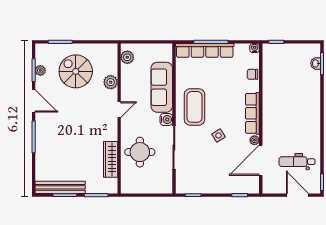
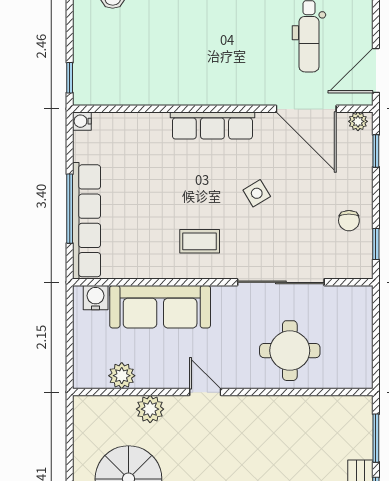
plant: (127, 57) -> (122, 376), moved
chair: (253, 74) -> (349, 221), moved
coffee table: (194, 107) -> (200, 241), width x0.54, depth x0.58
water cooler: (166, 119) -> (96, 298), moved
plant: (254, 140) -> (358, 121), moved
wardrobe: (111, 159) -> (304, 409), removed
door: (298, 195) -> (376, 70), moved

